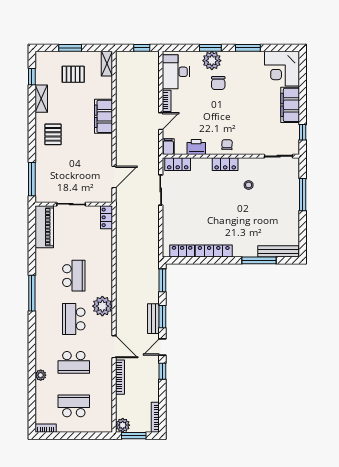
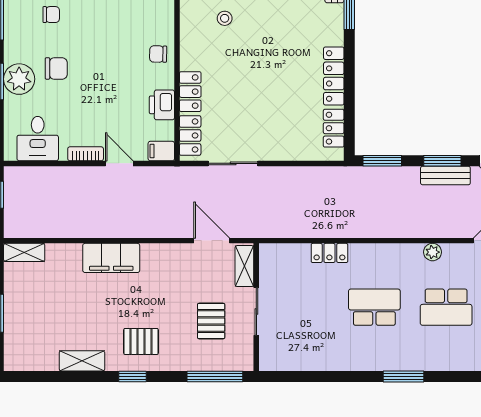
desk: (176, 72) -> (38, 139), width x0.73
pallet: (73, 74) -> (211, 321), moved
window: (32, 77) -> (132, 376), moved
chair: (251, 80) -> (51, 15), added
locker: (225, 164) -> (190, 92), moved
shelving: (99, 197) -> (244, 266), added
locker: (107, 217) -> (329, 253), moved
piano: (44, 227) -> (294, 356), removed
window: (32, 293) -> (404, 376), width x0.69
plant: (102, 306) -> (433, 252), width x0.53, depth x0.53

